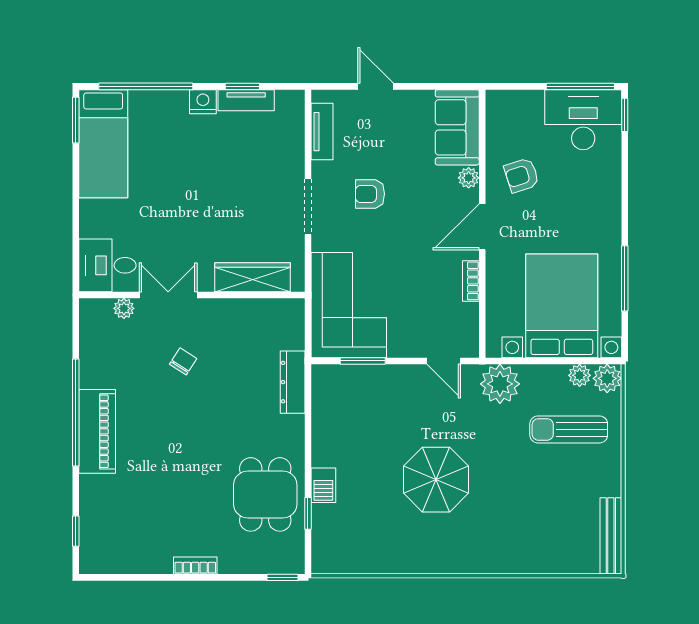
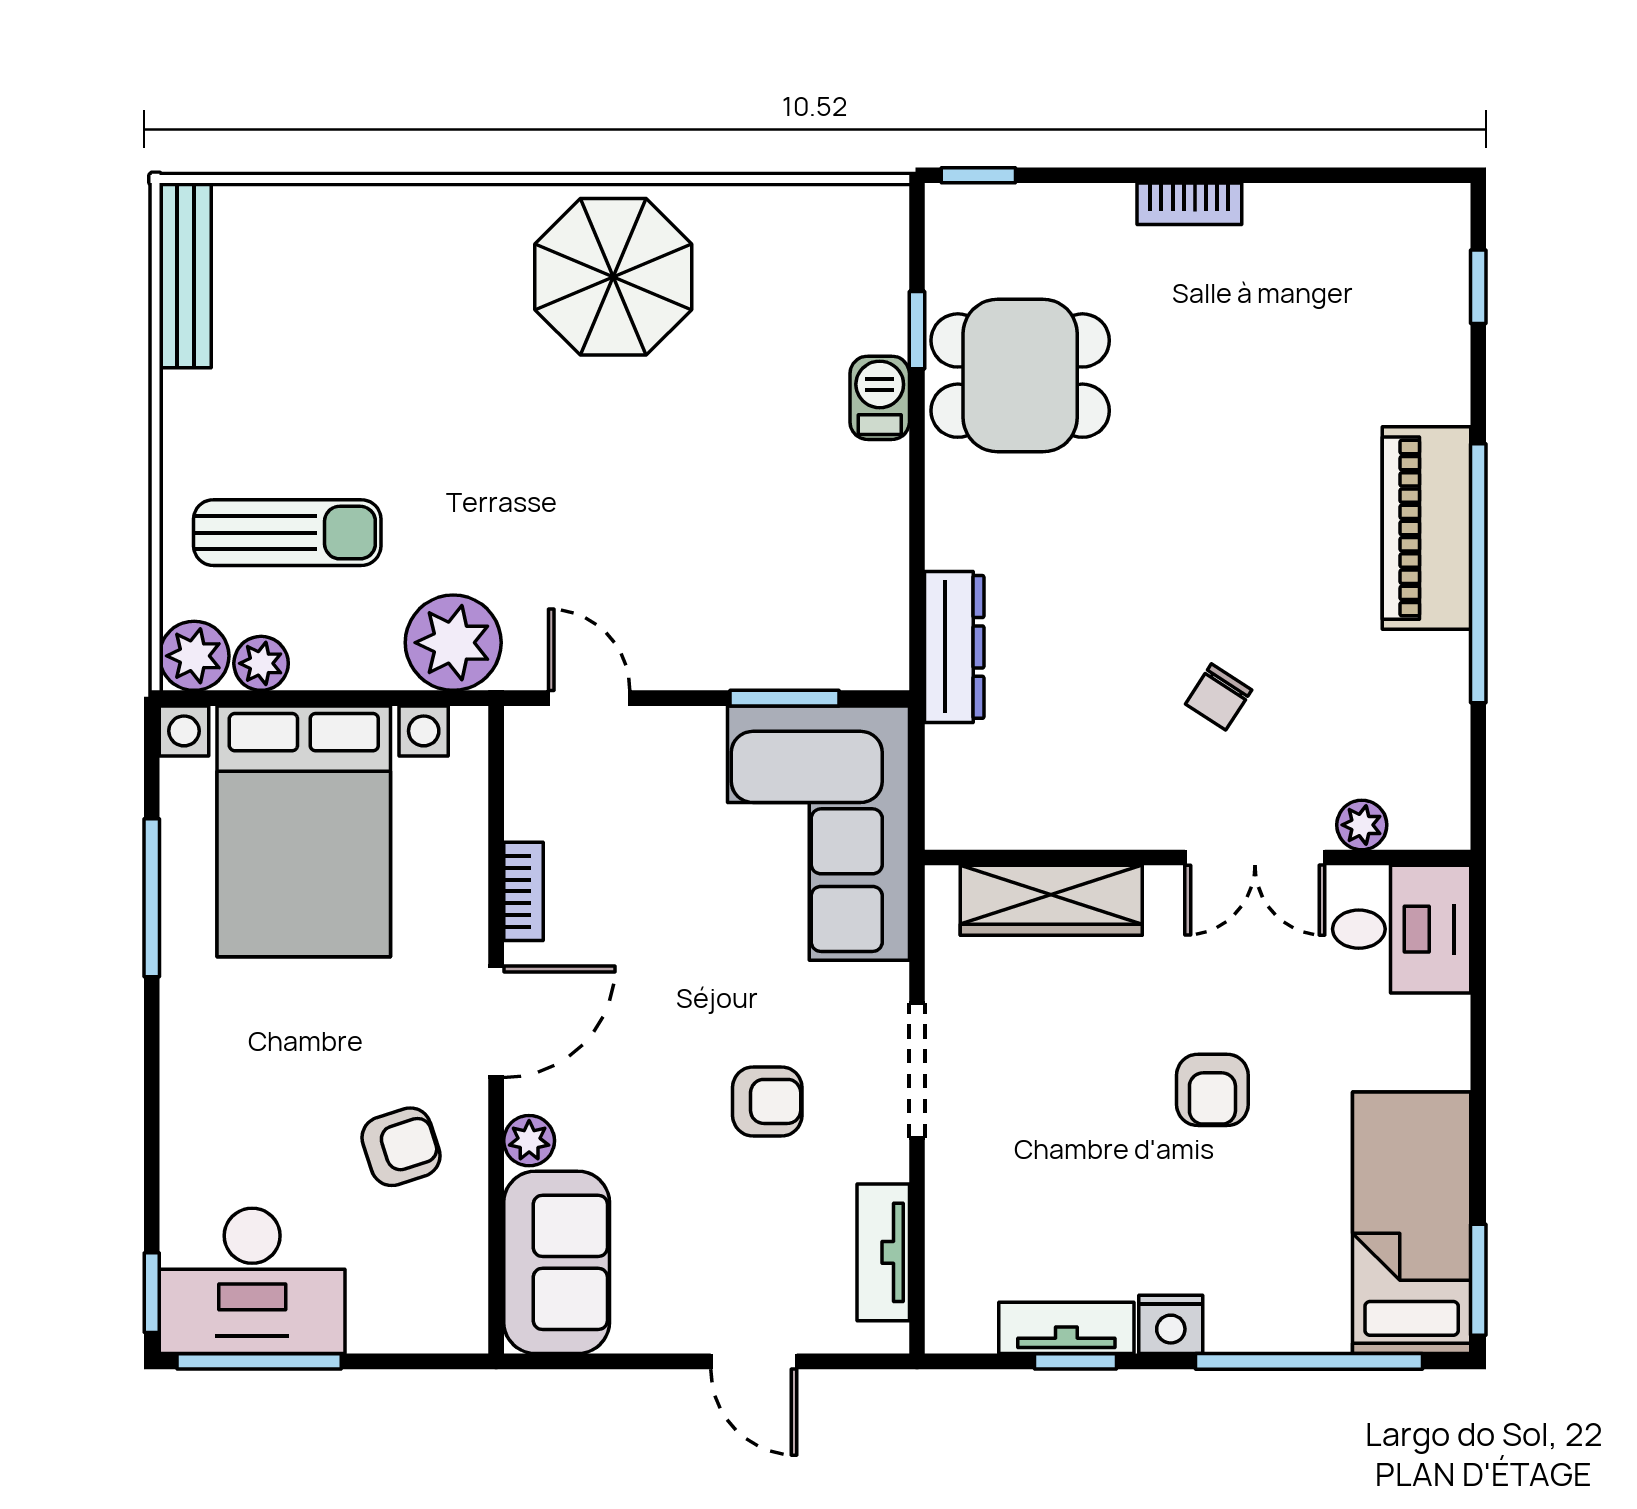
armchair: (186, 199) -> (1212, 1090), added
parasol: (436, 480) -> (613, 277), moved
dining table: (265, 494) -> (1020, 376), turned 90

